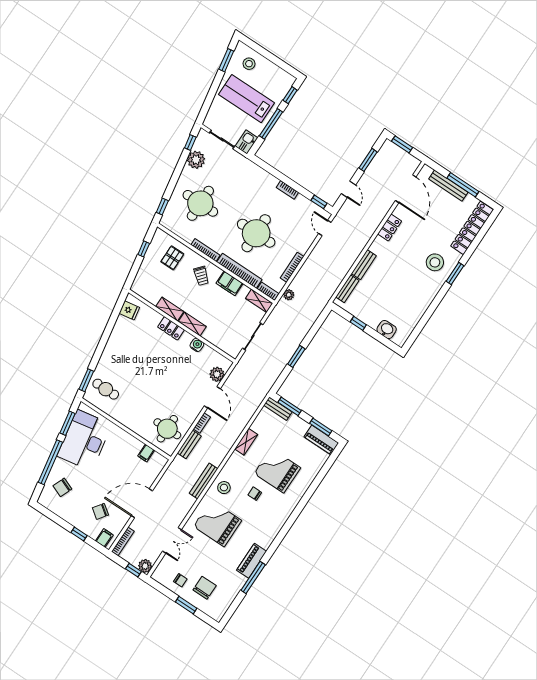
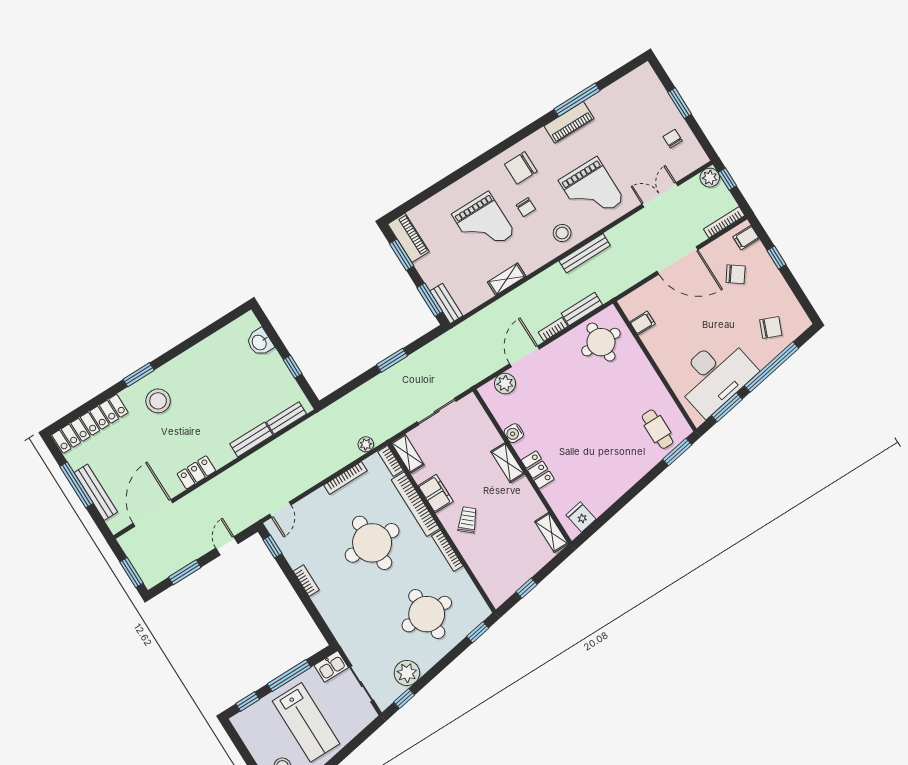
pallet: (172, 258) -> (495, 560), removed
shelving: (170, 309) -> (551, 533), moved
chair: (205, 588) -> (521, 168), moved

